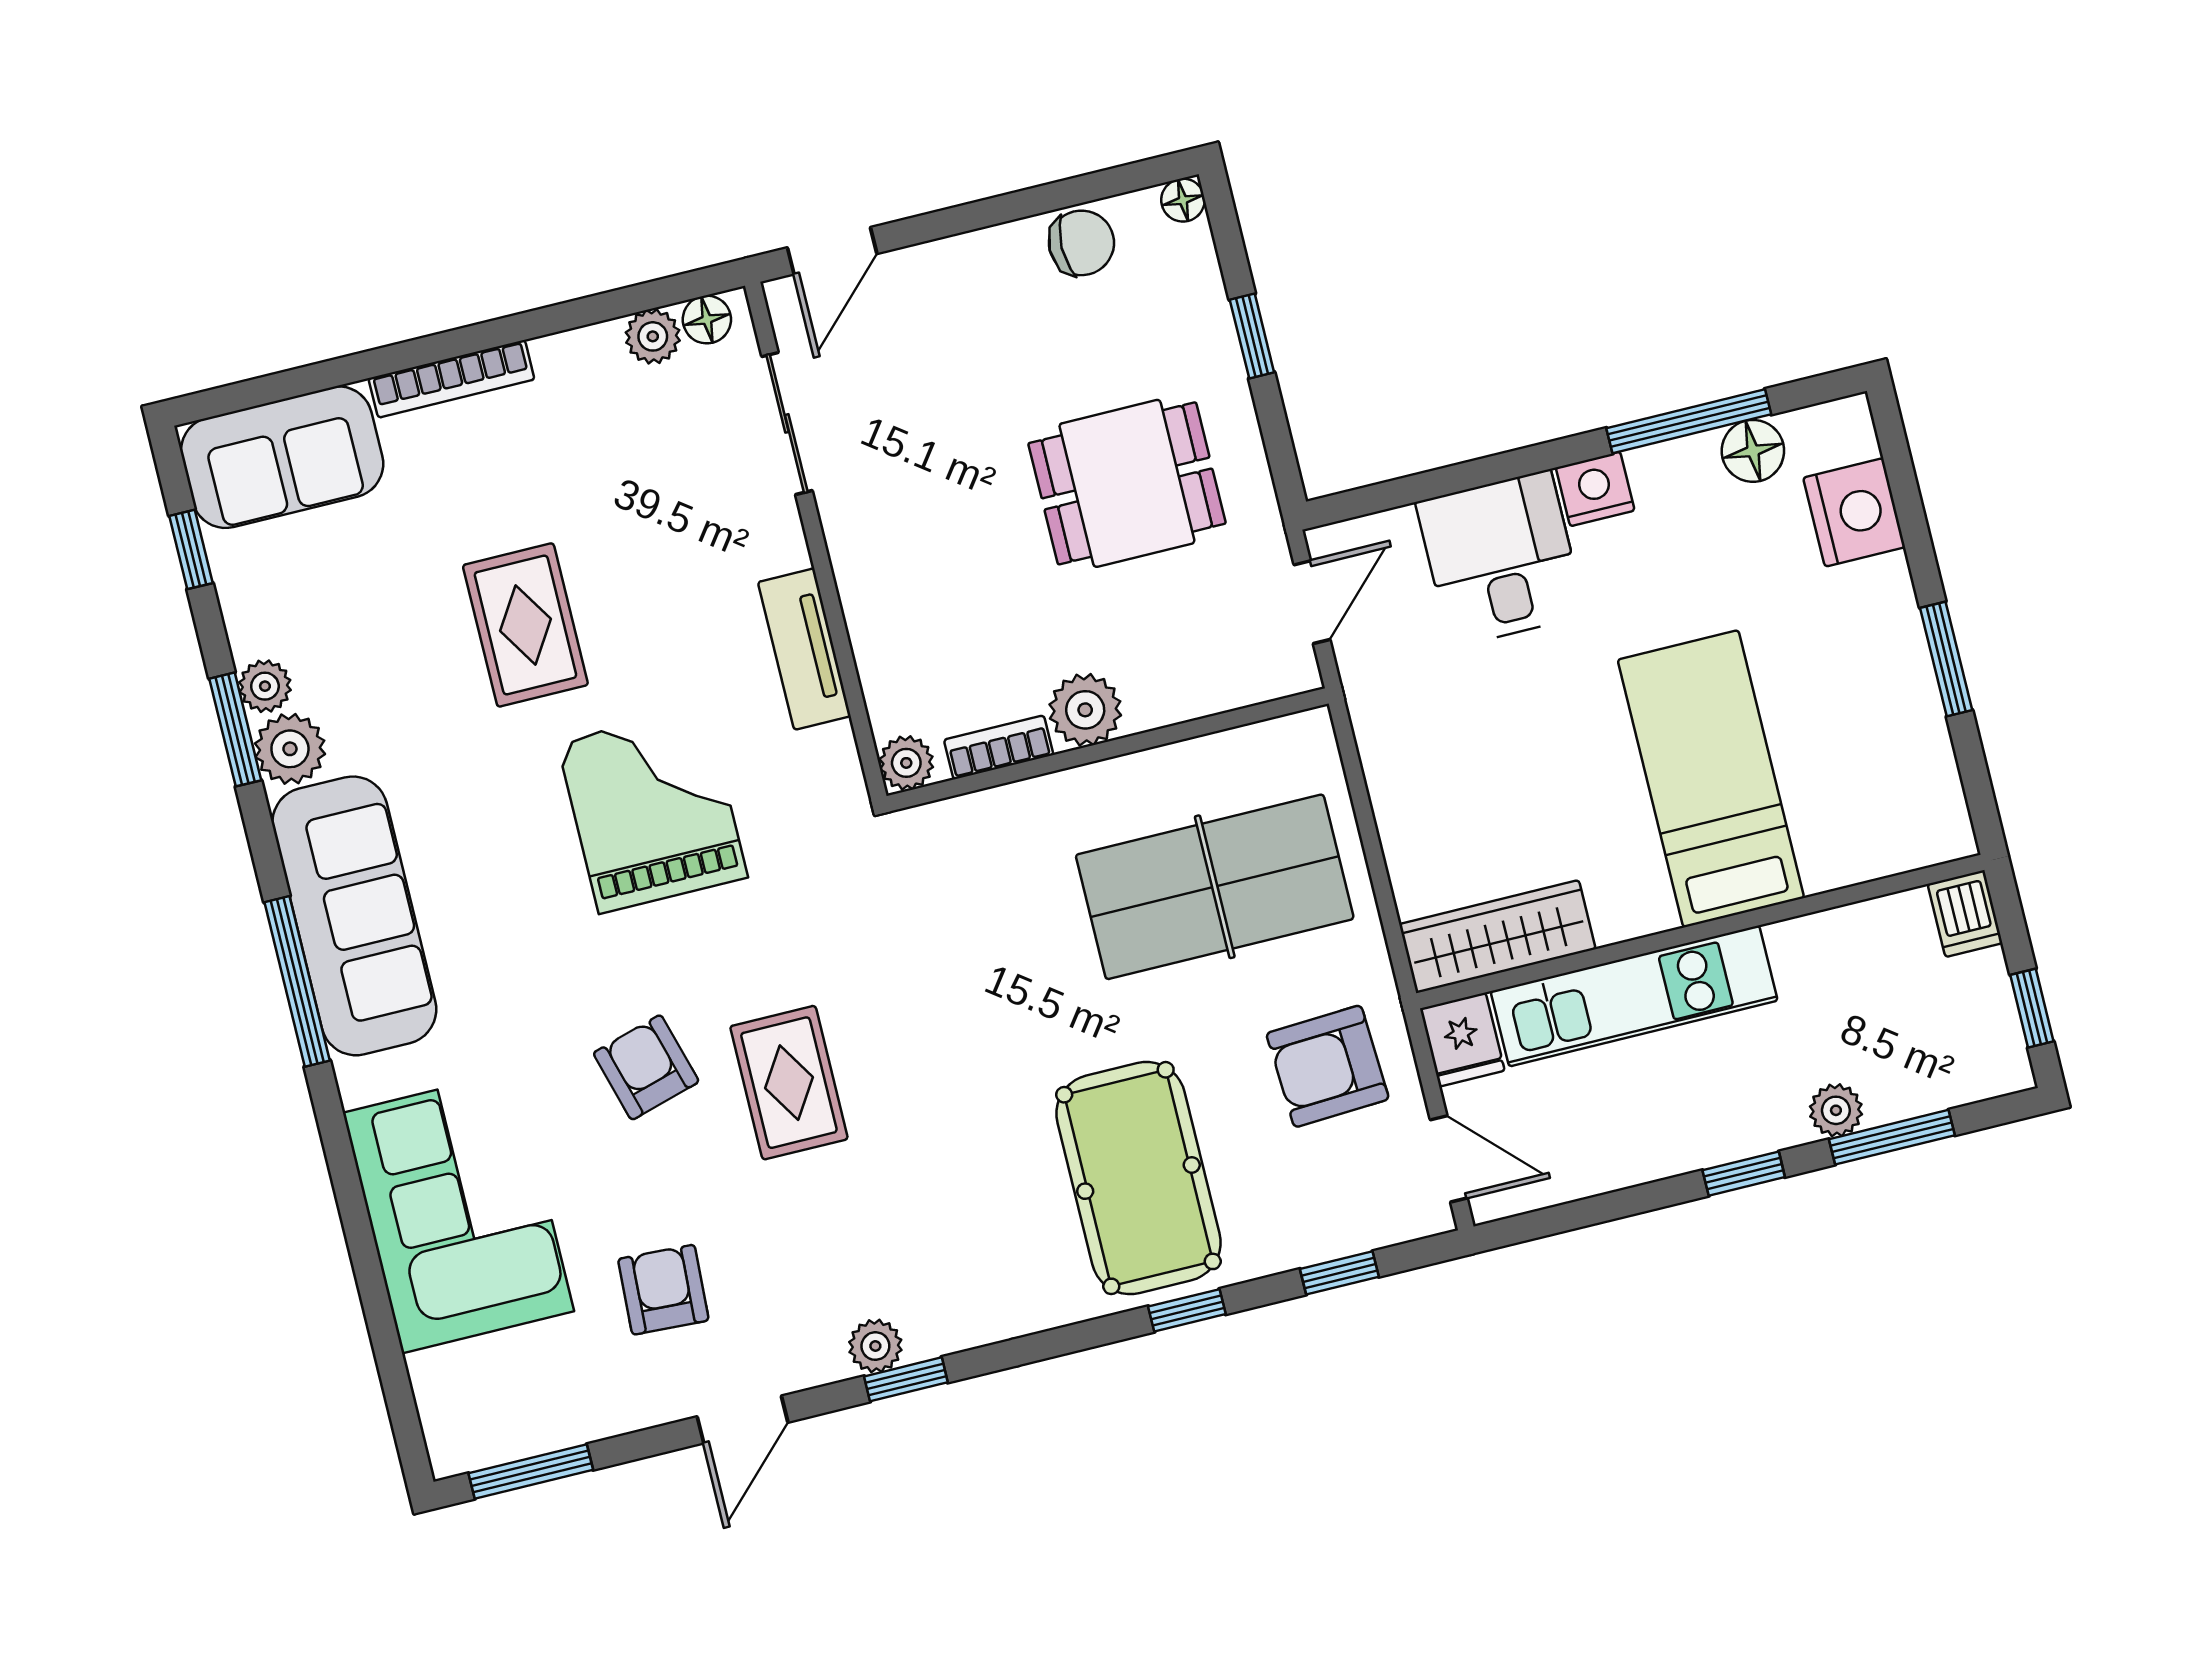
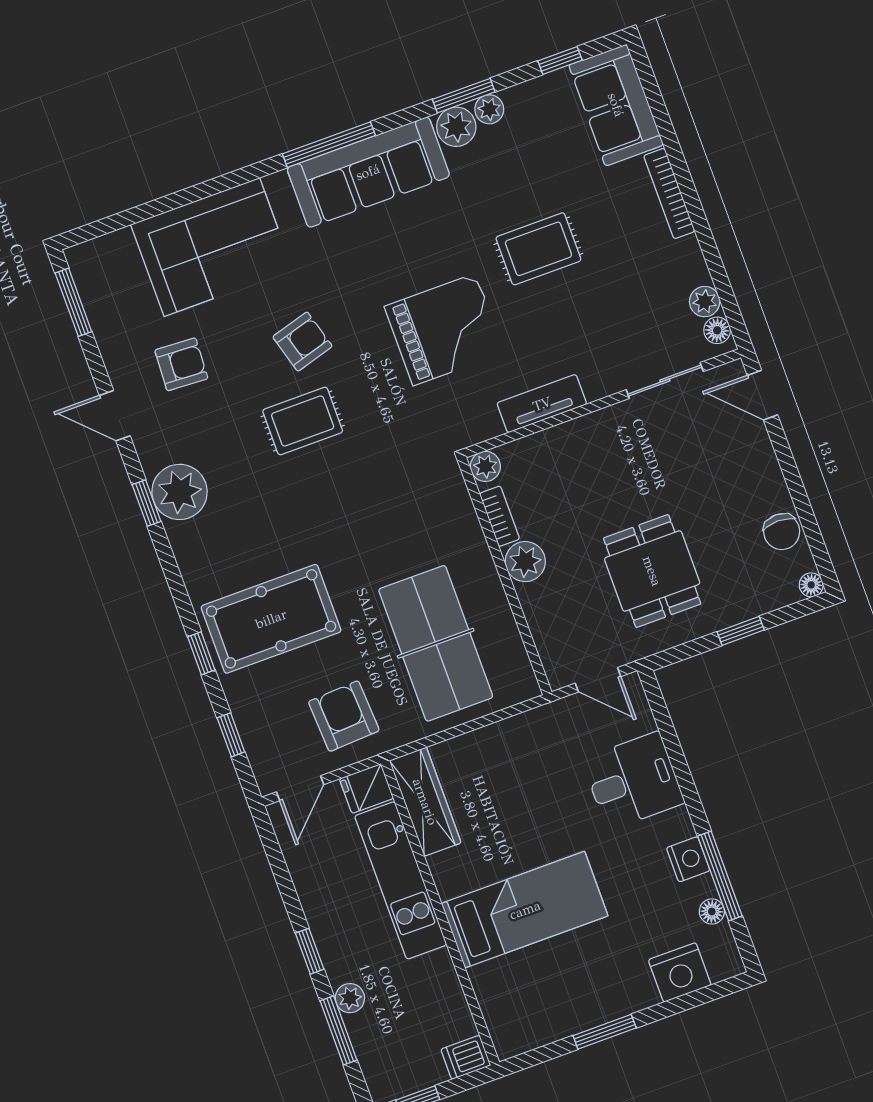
floor lamp: (1753, 451) -> (712, 912), width x0.73, depth x0.73
nightstand: (1595, 489) -> (688, 859), moved
plant: (875, 1346) -> (180, 492), width x1.87, depth x1.87

